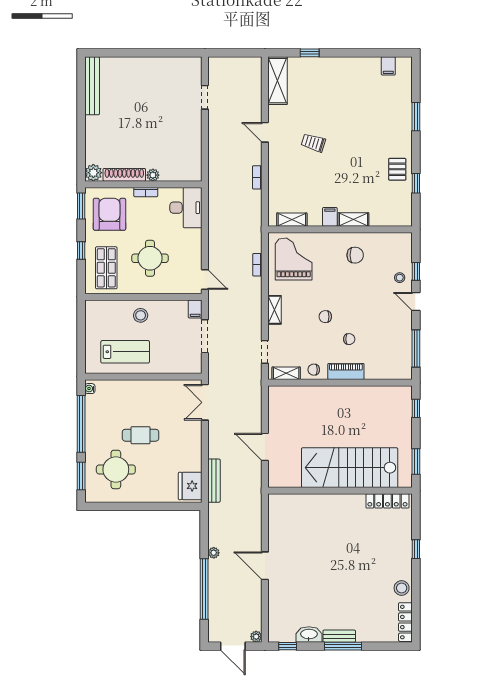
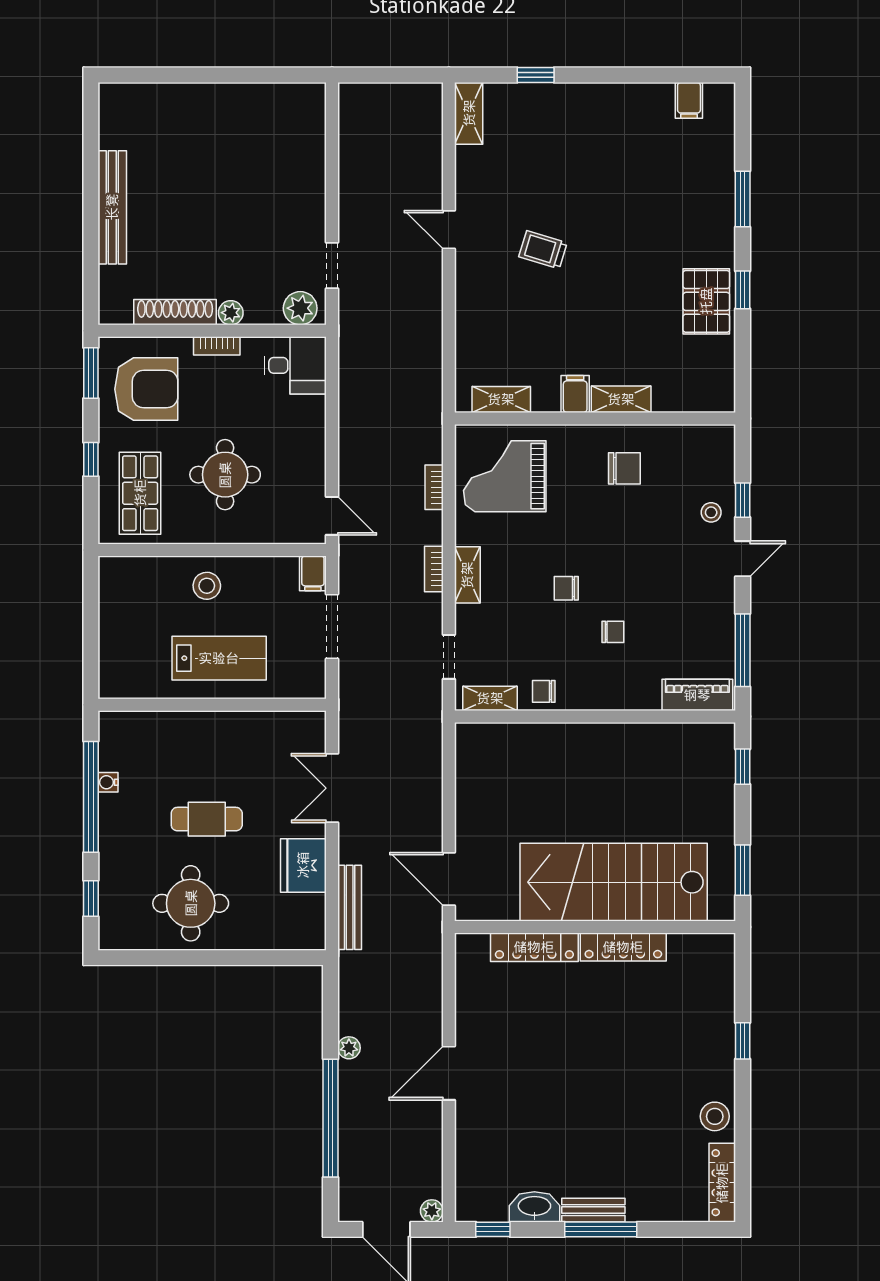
shelving: (278, 81) -> (469, 113), width x0.67, depth x0.75
bench: (92, 86) -> (112, 207), moved
doorway: (205, 97) -> (332, 266), moved
pallet: (397, 169) -> (706, 301), width x1.50, depth x1.42
plant: (93, 173) -> (300, 308), moved
bookcase: (257, 177) -> (434, 569), moved
window: (416, 183) -> (743, 290), moved
desk: (186, 208) -> (295, 365), width x0.73
armchair: (109, 214) -> (146, 389), turned 90
grand piano: (294, 259) -> (505, 476), turned -90
door: (416, 301) -> (743, 559), swing flipped
lab bench: (125, 352) -> (219, 658), moved
piano: (346, 371) -> (697, 695), moved
water cooler: (90, 389) -> (108, 782), moved
double door: (205, 402) -> (332, 788), moved
door: (265, 447) -> (449, 879), moved
round table: (116, 469) -> (191, 903), moved
window: (81, 476) -> (91, 898), width x0.67
fridge: (190, 486) -> (303, 865), moved
locker: (309, 501) -> (534, 947), added
locker: (387, 501) -> (623, 947), moved
door: (265, 566) -> (449, 1073), hinge flipped

